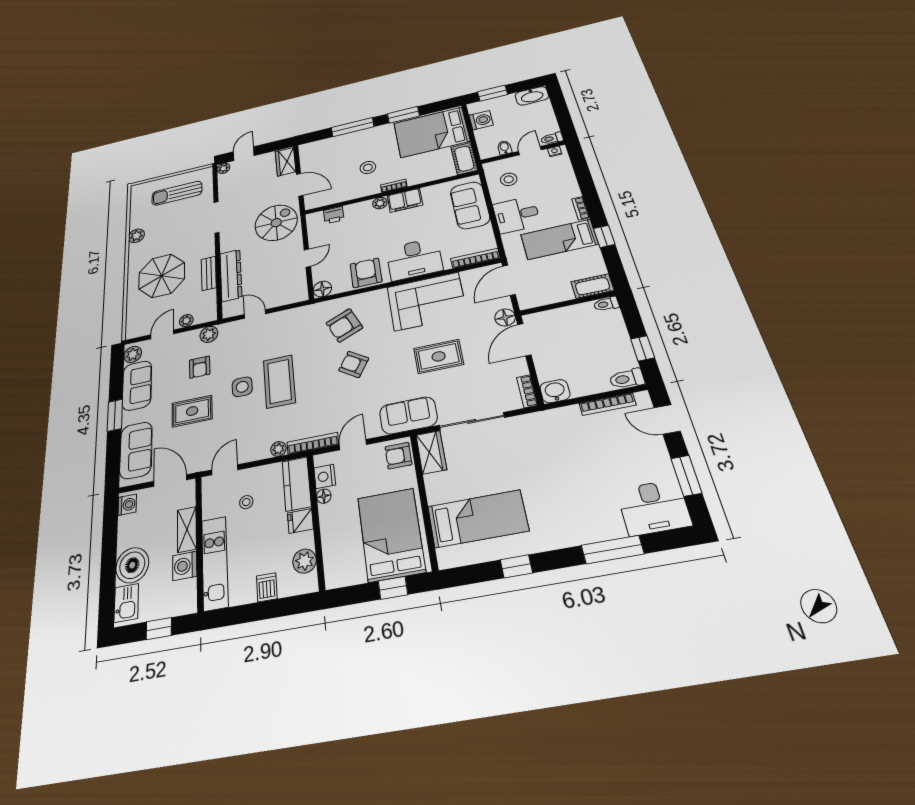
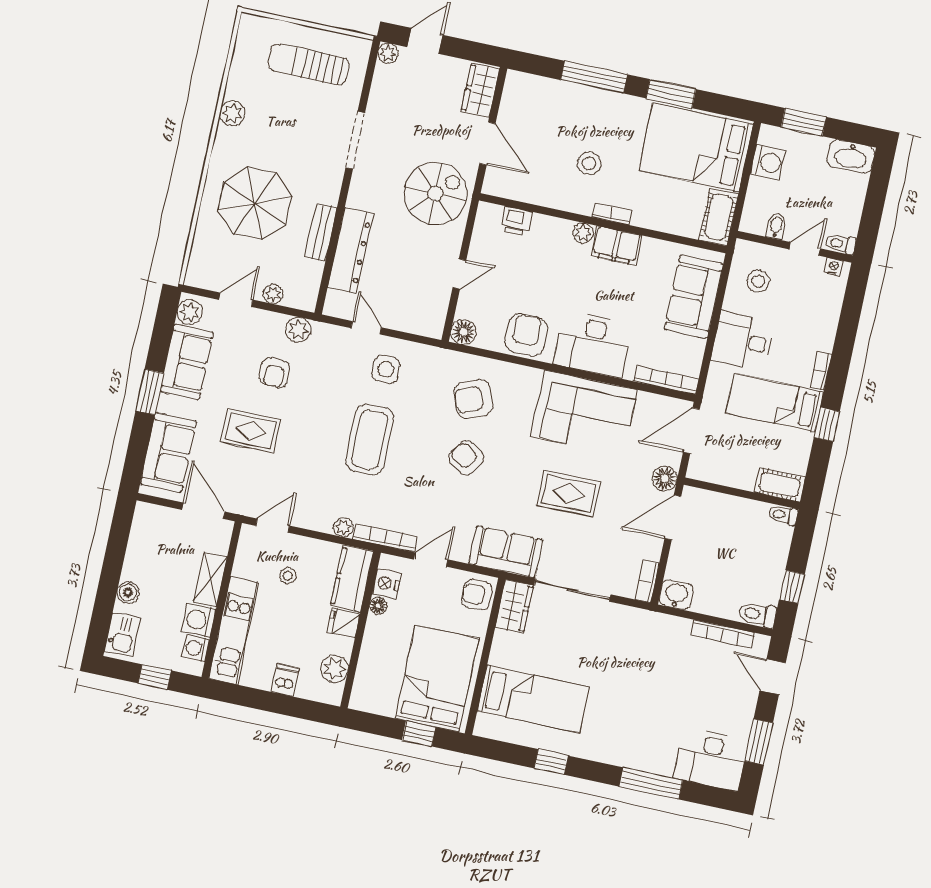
side table: (242, 387) -> (386, 369), moved
washing machine: (127, 505) -> (196, 648), moved, turned 180
boiler: (132, 565) -> (128, 593), width x0.54, depth x0.54

